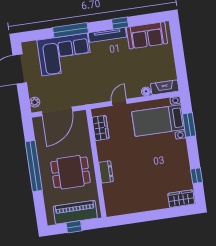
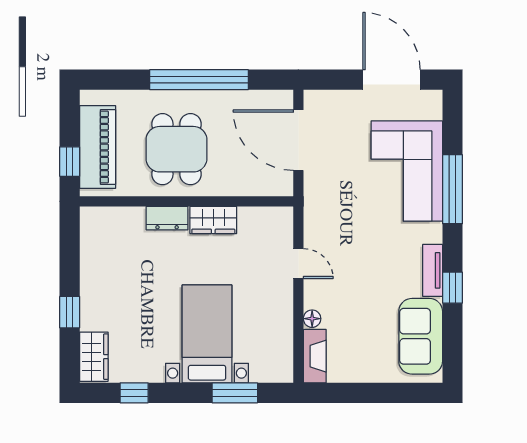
tv unit: (107, 35) -> (433, 270), width x0.71
plant: (35, 102) -> (323, 99), removed
bed with nightstands: (158, 121) -> (207, 334), moved
wardrobe: (101, 128) -> (213, 220), moved
window: (161, 214) -> (70, 312), added
window: (74, 227) -> (70, 162), moved

